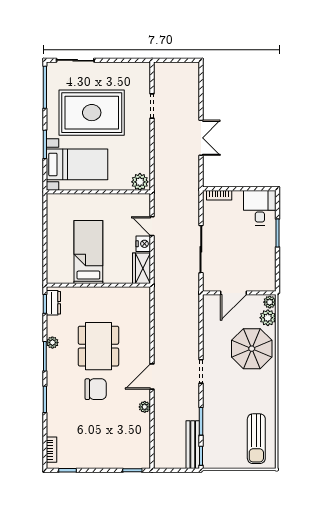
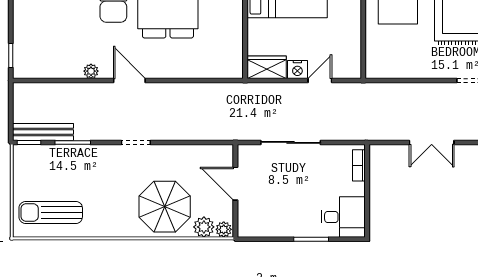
plant: (140, 182) -> (376, 65), removed

